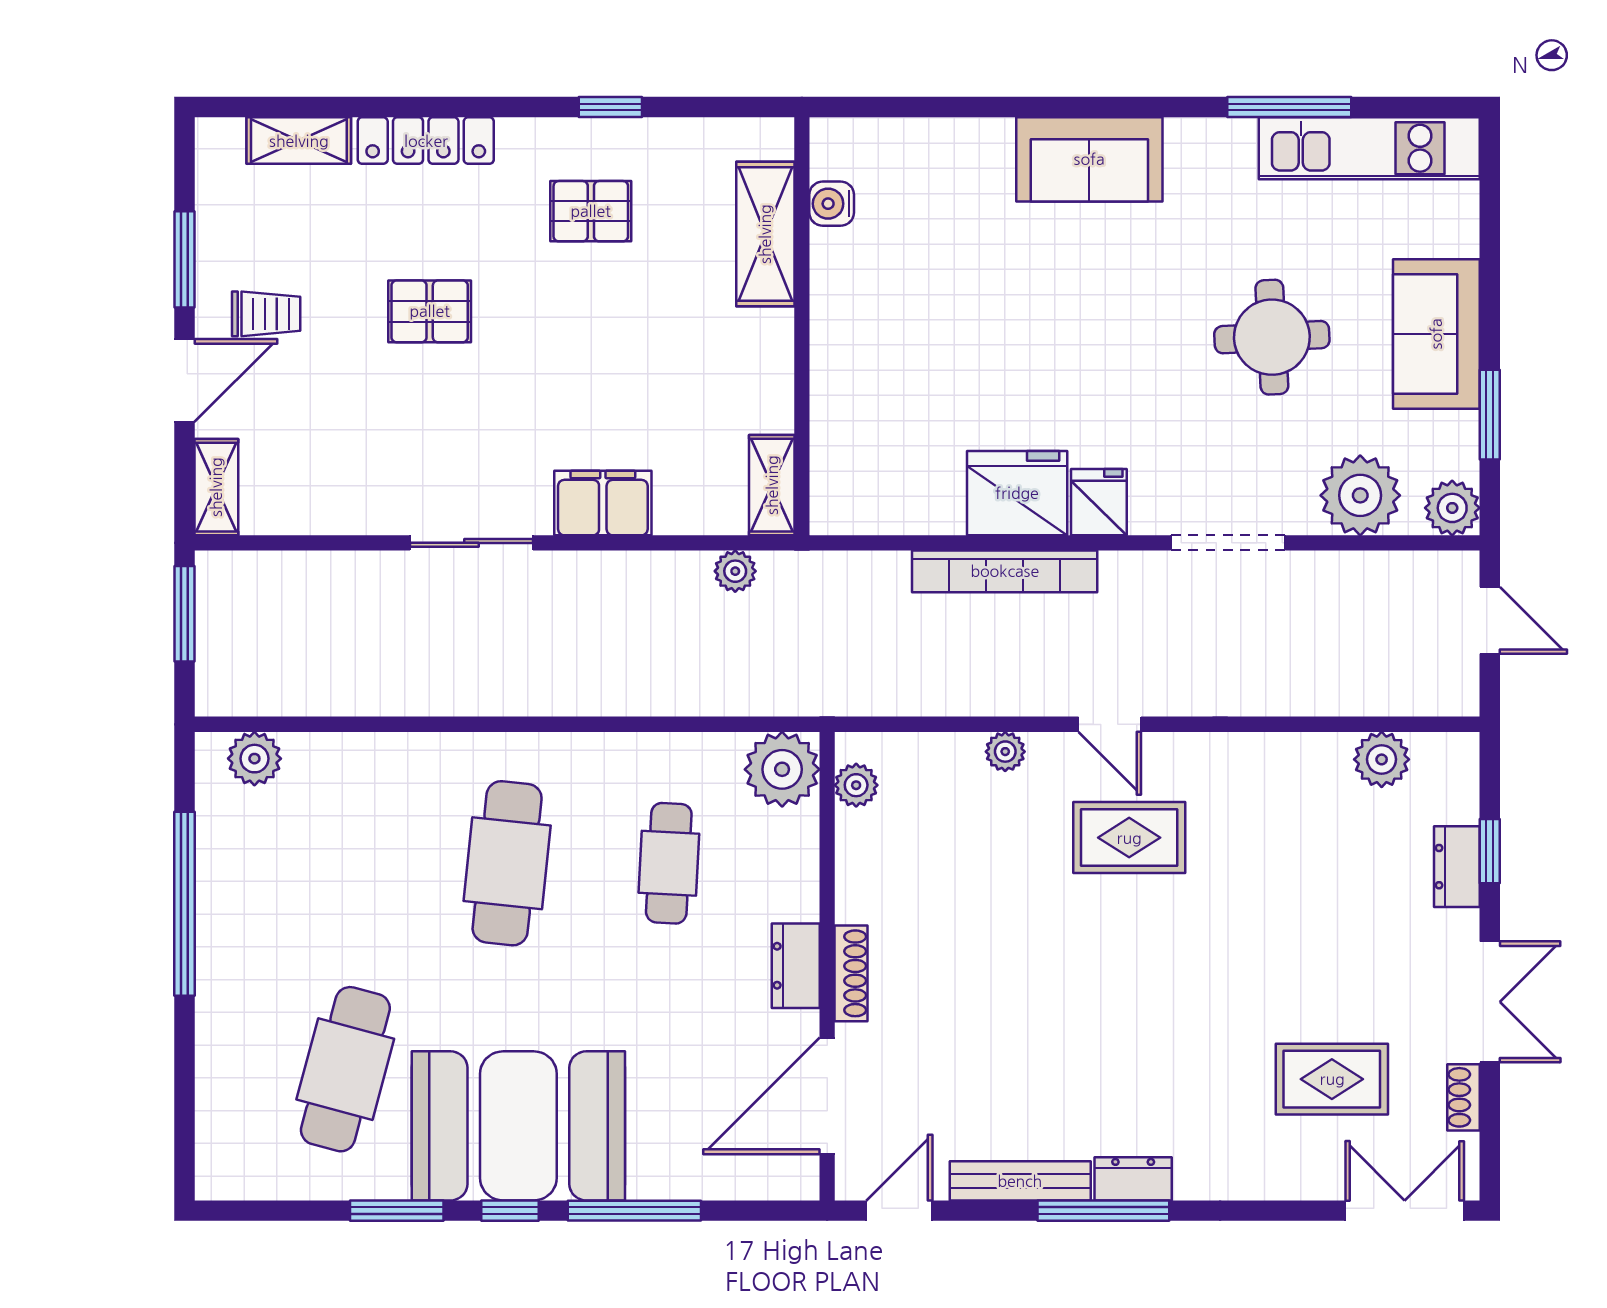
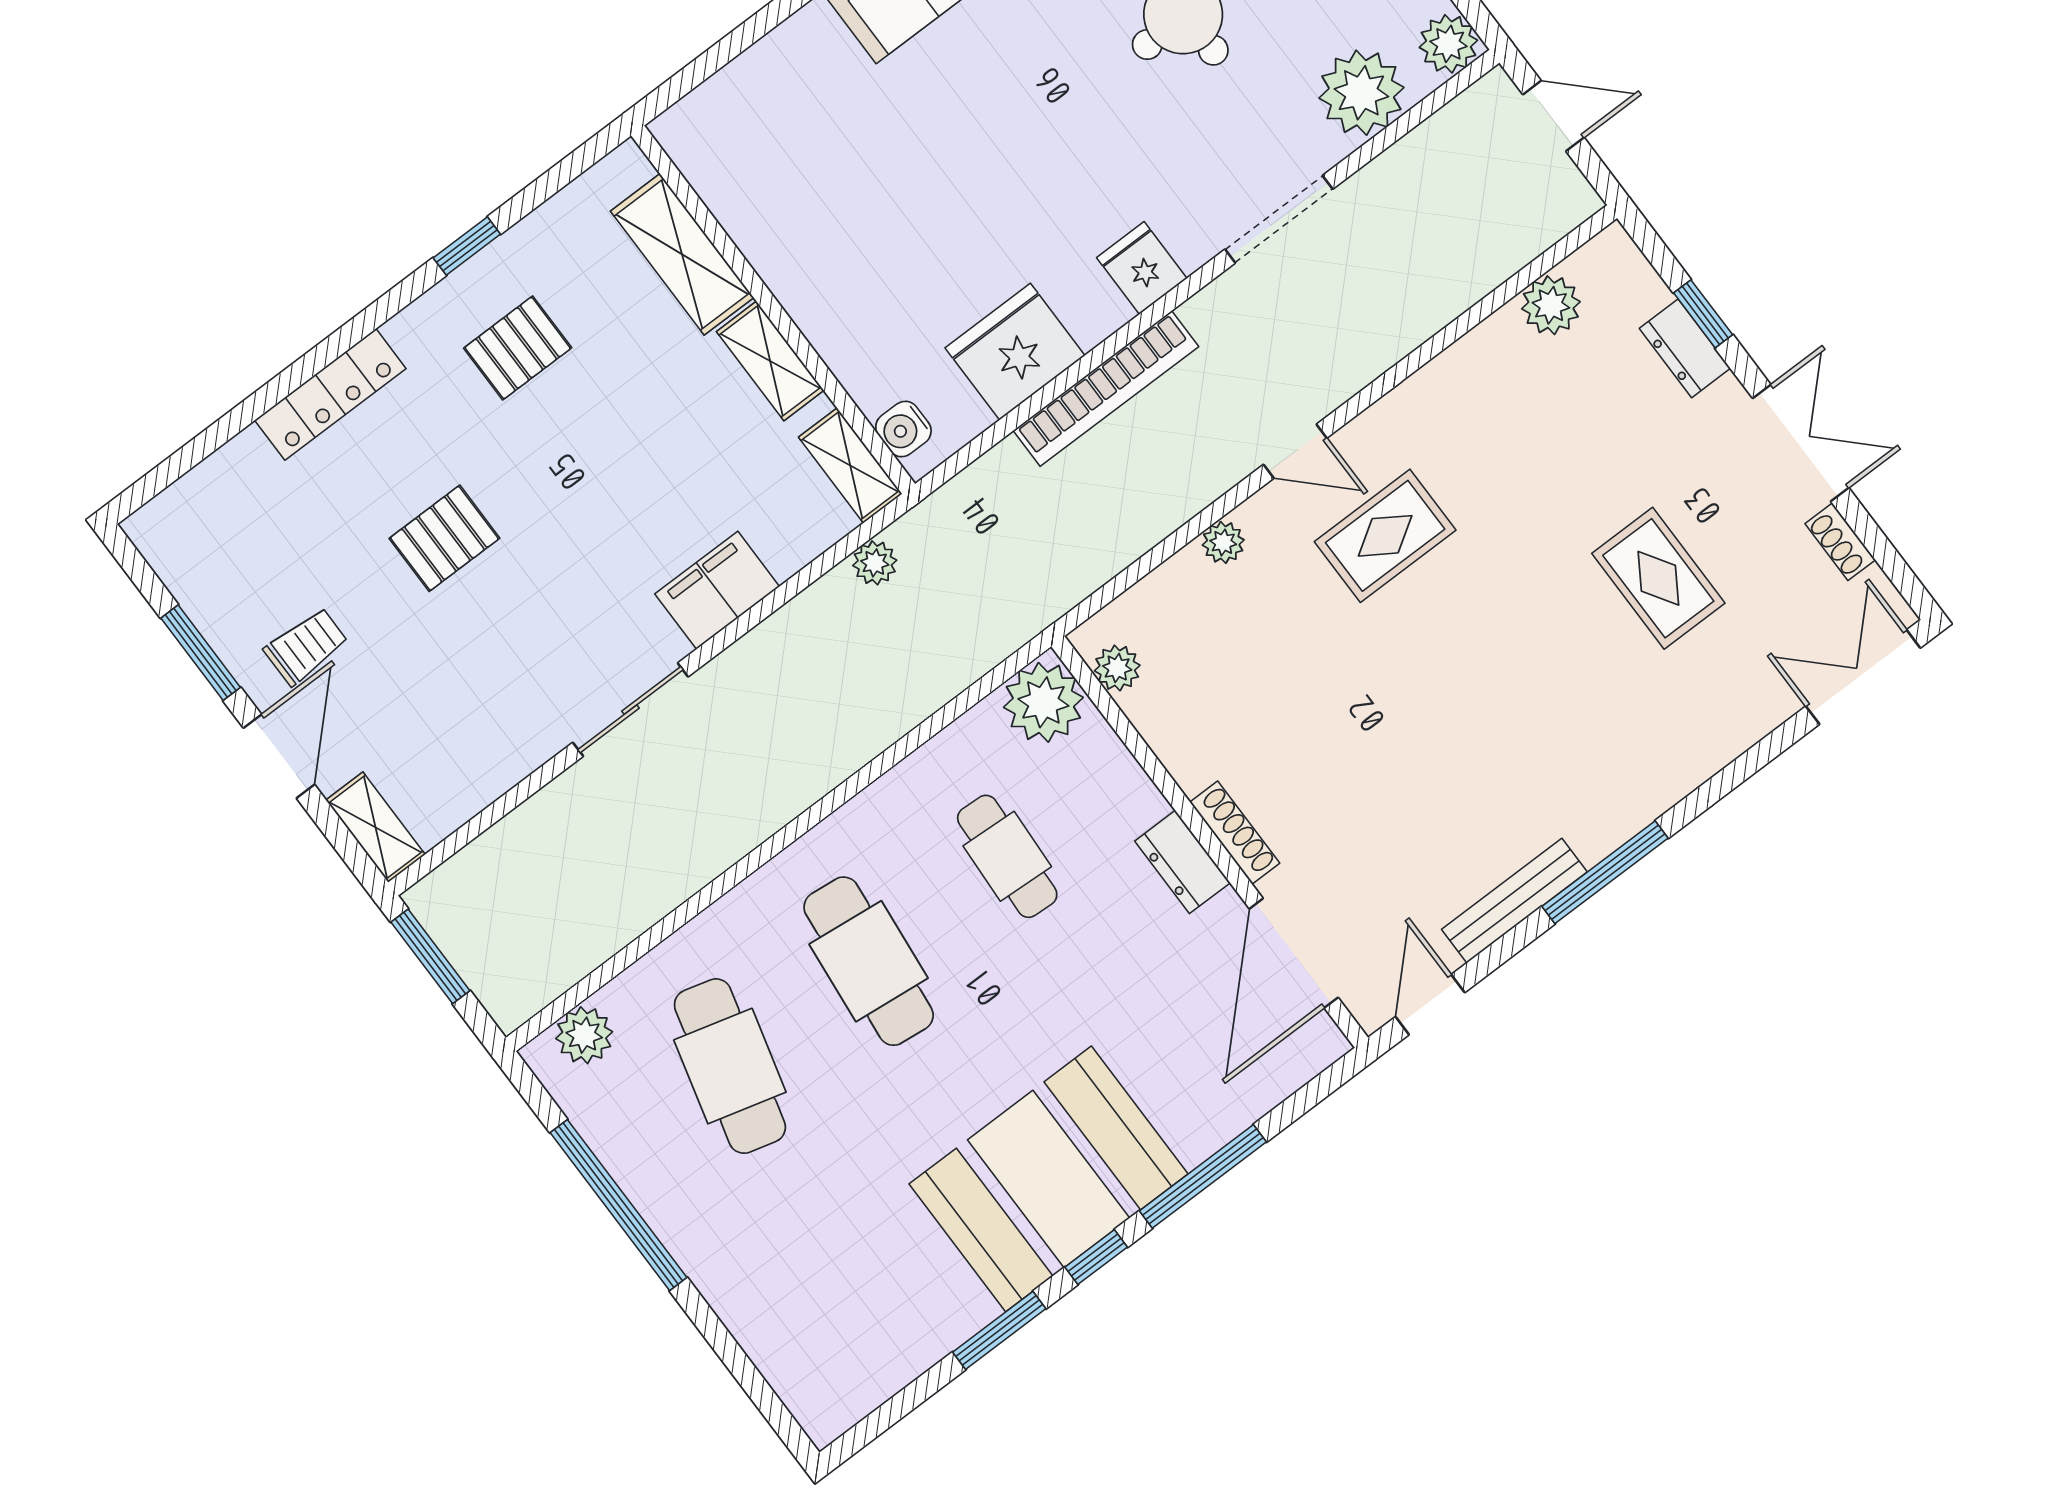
shelving: (299, 141) -> (770, 361), moved, turned 90
water cooler: (832, 204) -> (903, 429), moved
fridge: (1017, 493) -> (1015, 352), moved
cafe table: (345, 1069) -> (730, 1066), moved
rug: (1332, 1079) -> (1658, 578), moved, turned 90
dresser: (1133, 1179) -> (1610, 826), removed

